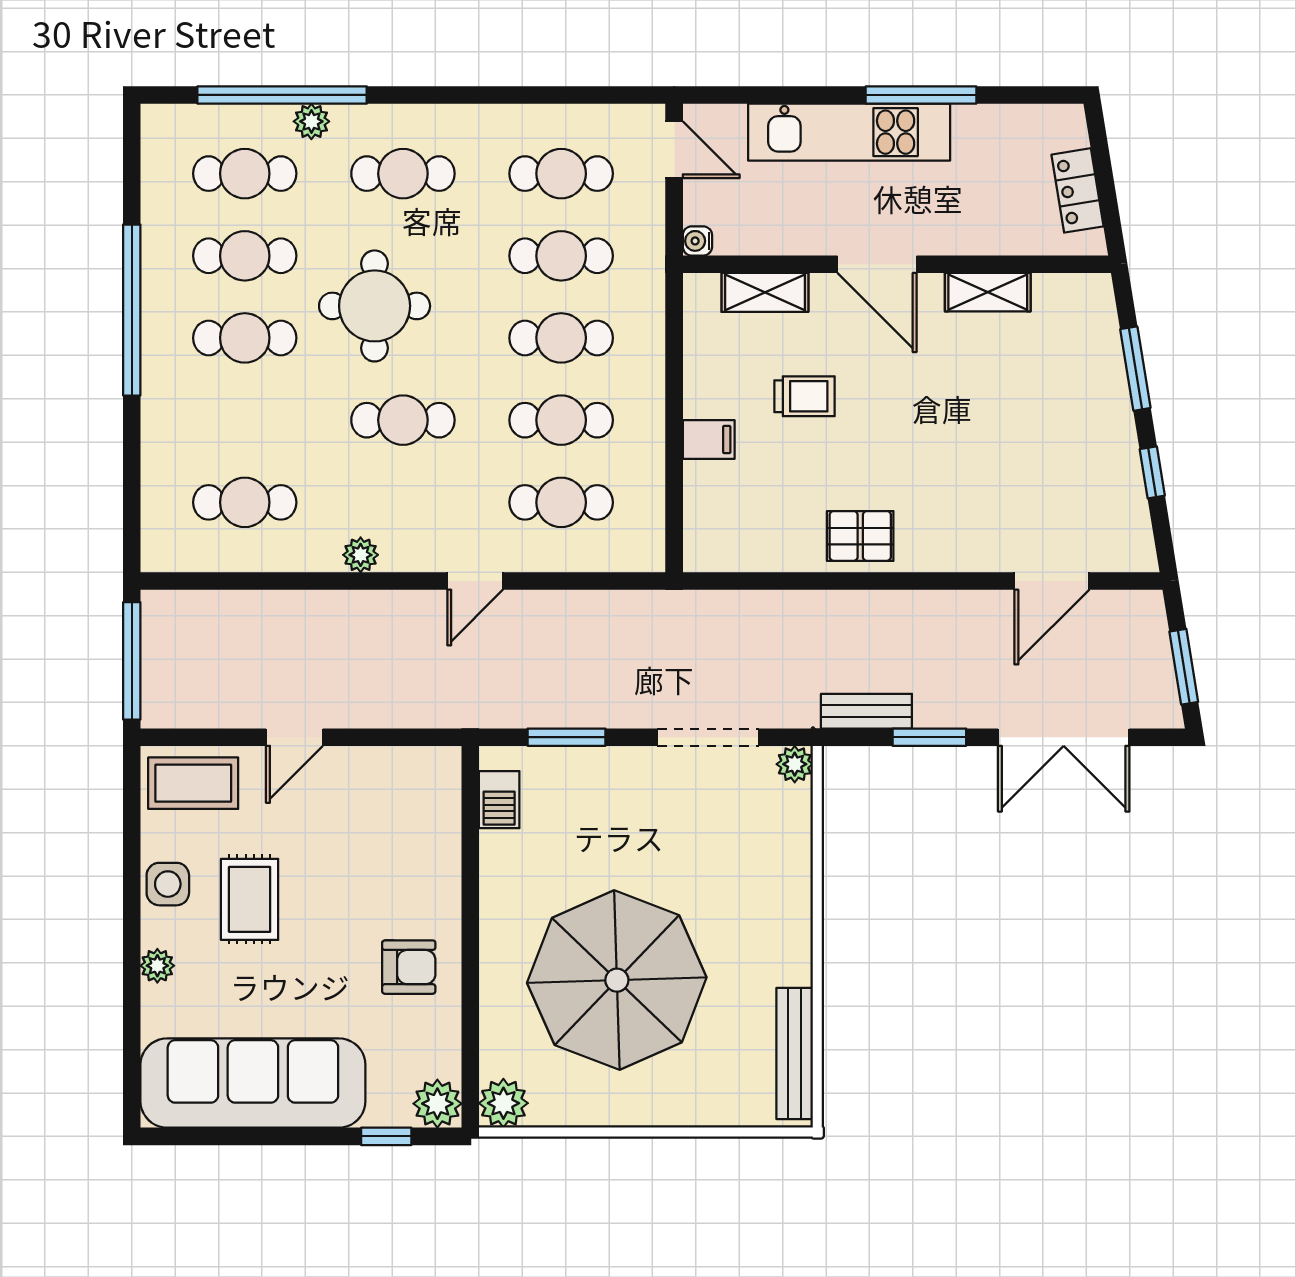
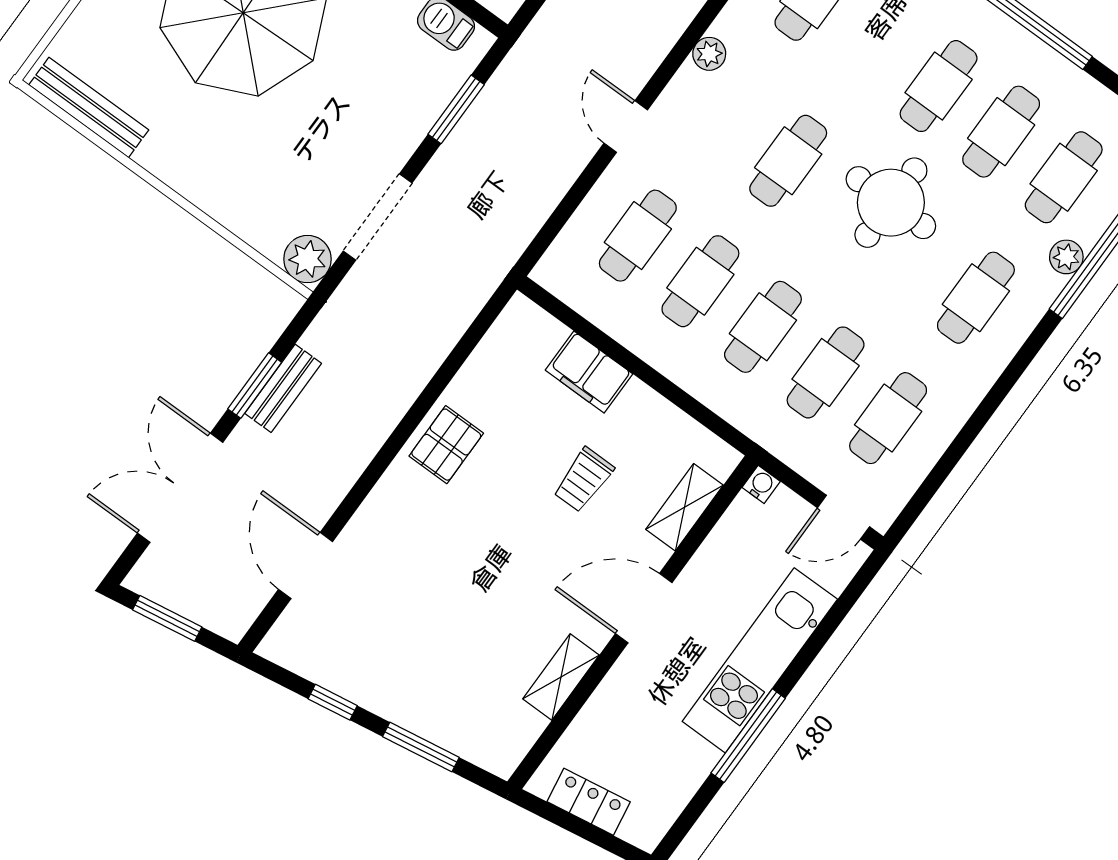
filing cabinet: (709, 440) -> (589, 372), width x2.00
bench: (866, 711) -> (283, 388), moved
plant: (795, 764) -> (307, 259), width x1.38, depth x1.38

